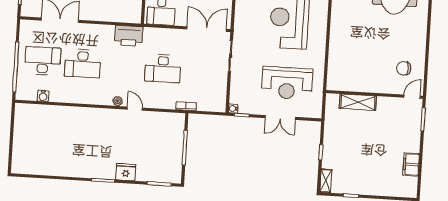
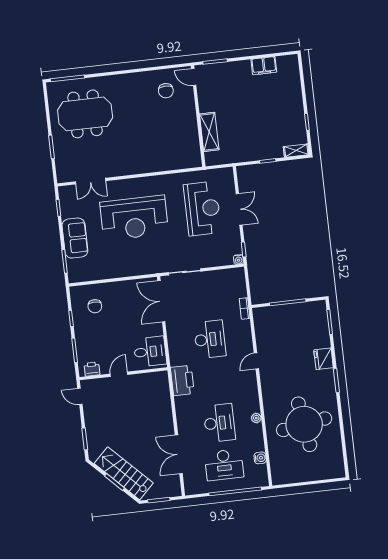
desk: (43, 61) -> (224, 465), turned -90
plant: (118, 101) -> (256, 418), moved
round table: (67, 143) -> (304, 424), added

